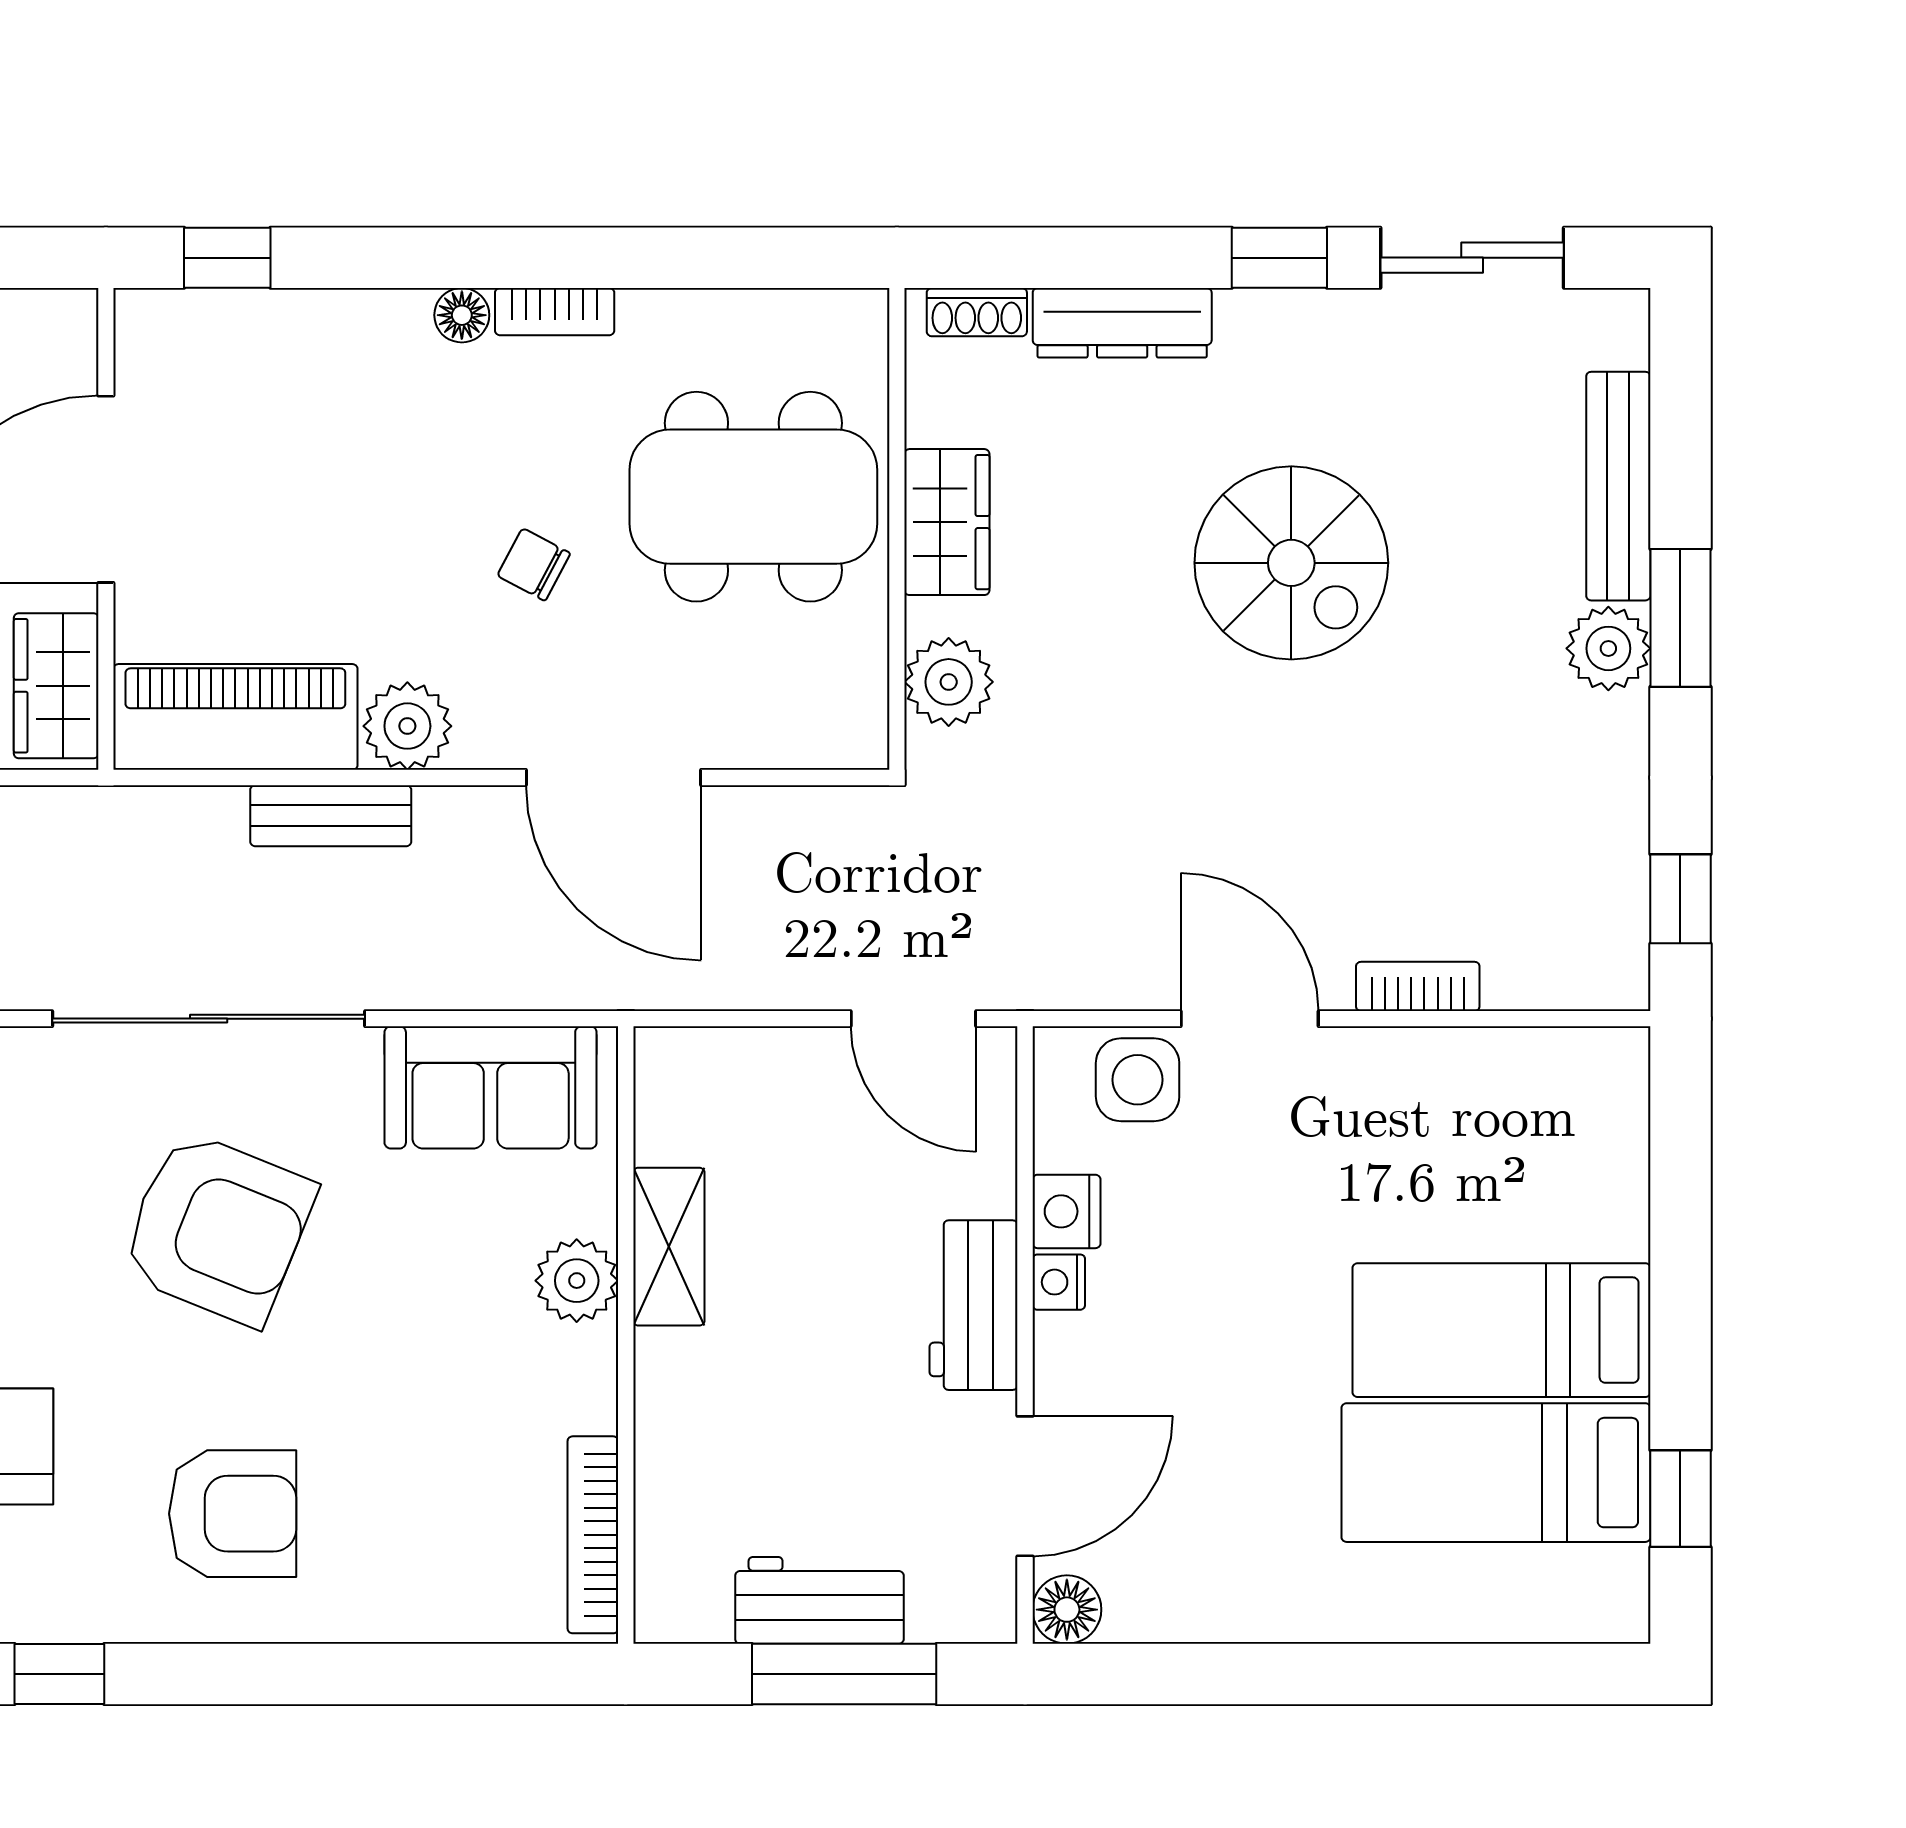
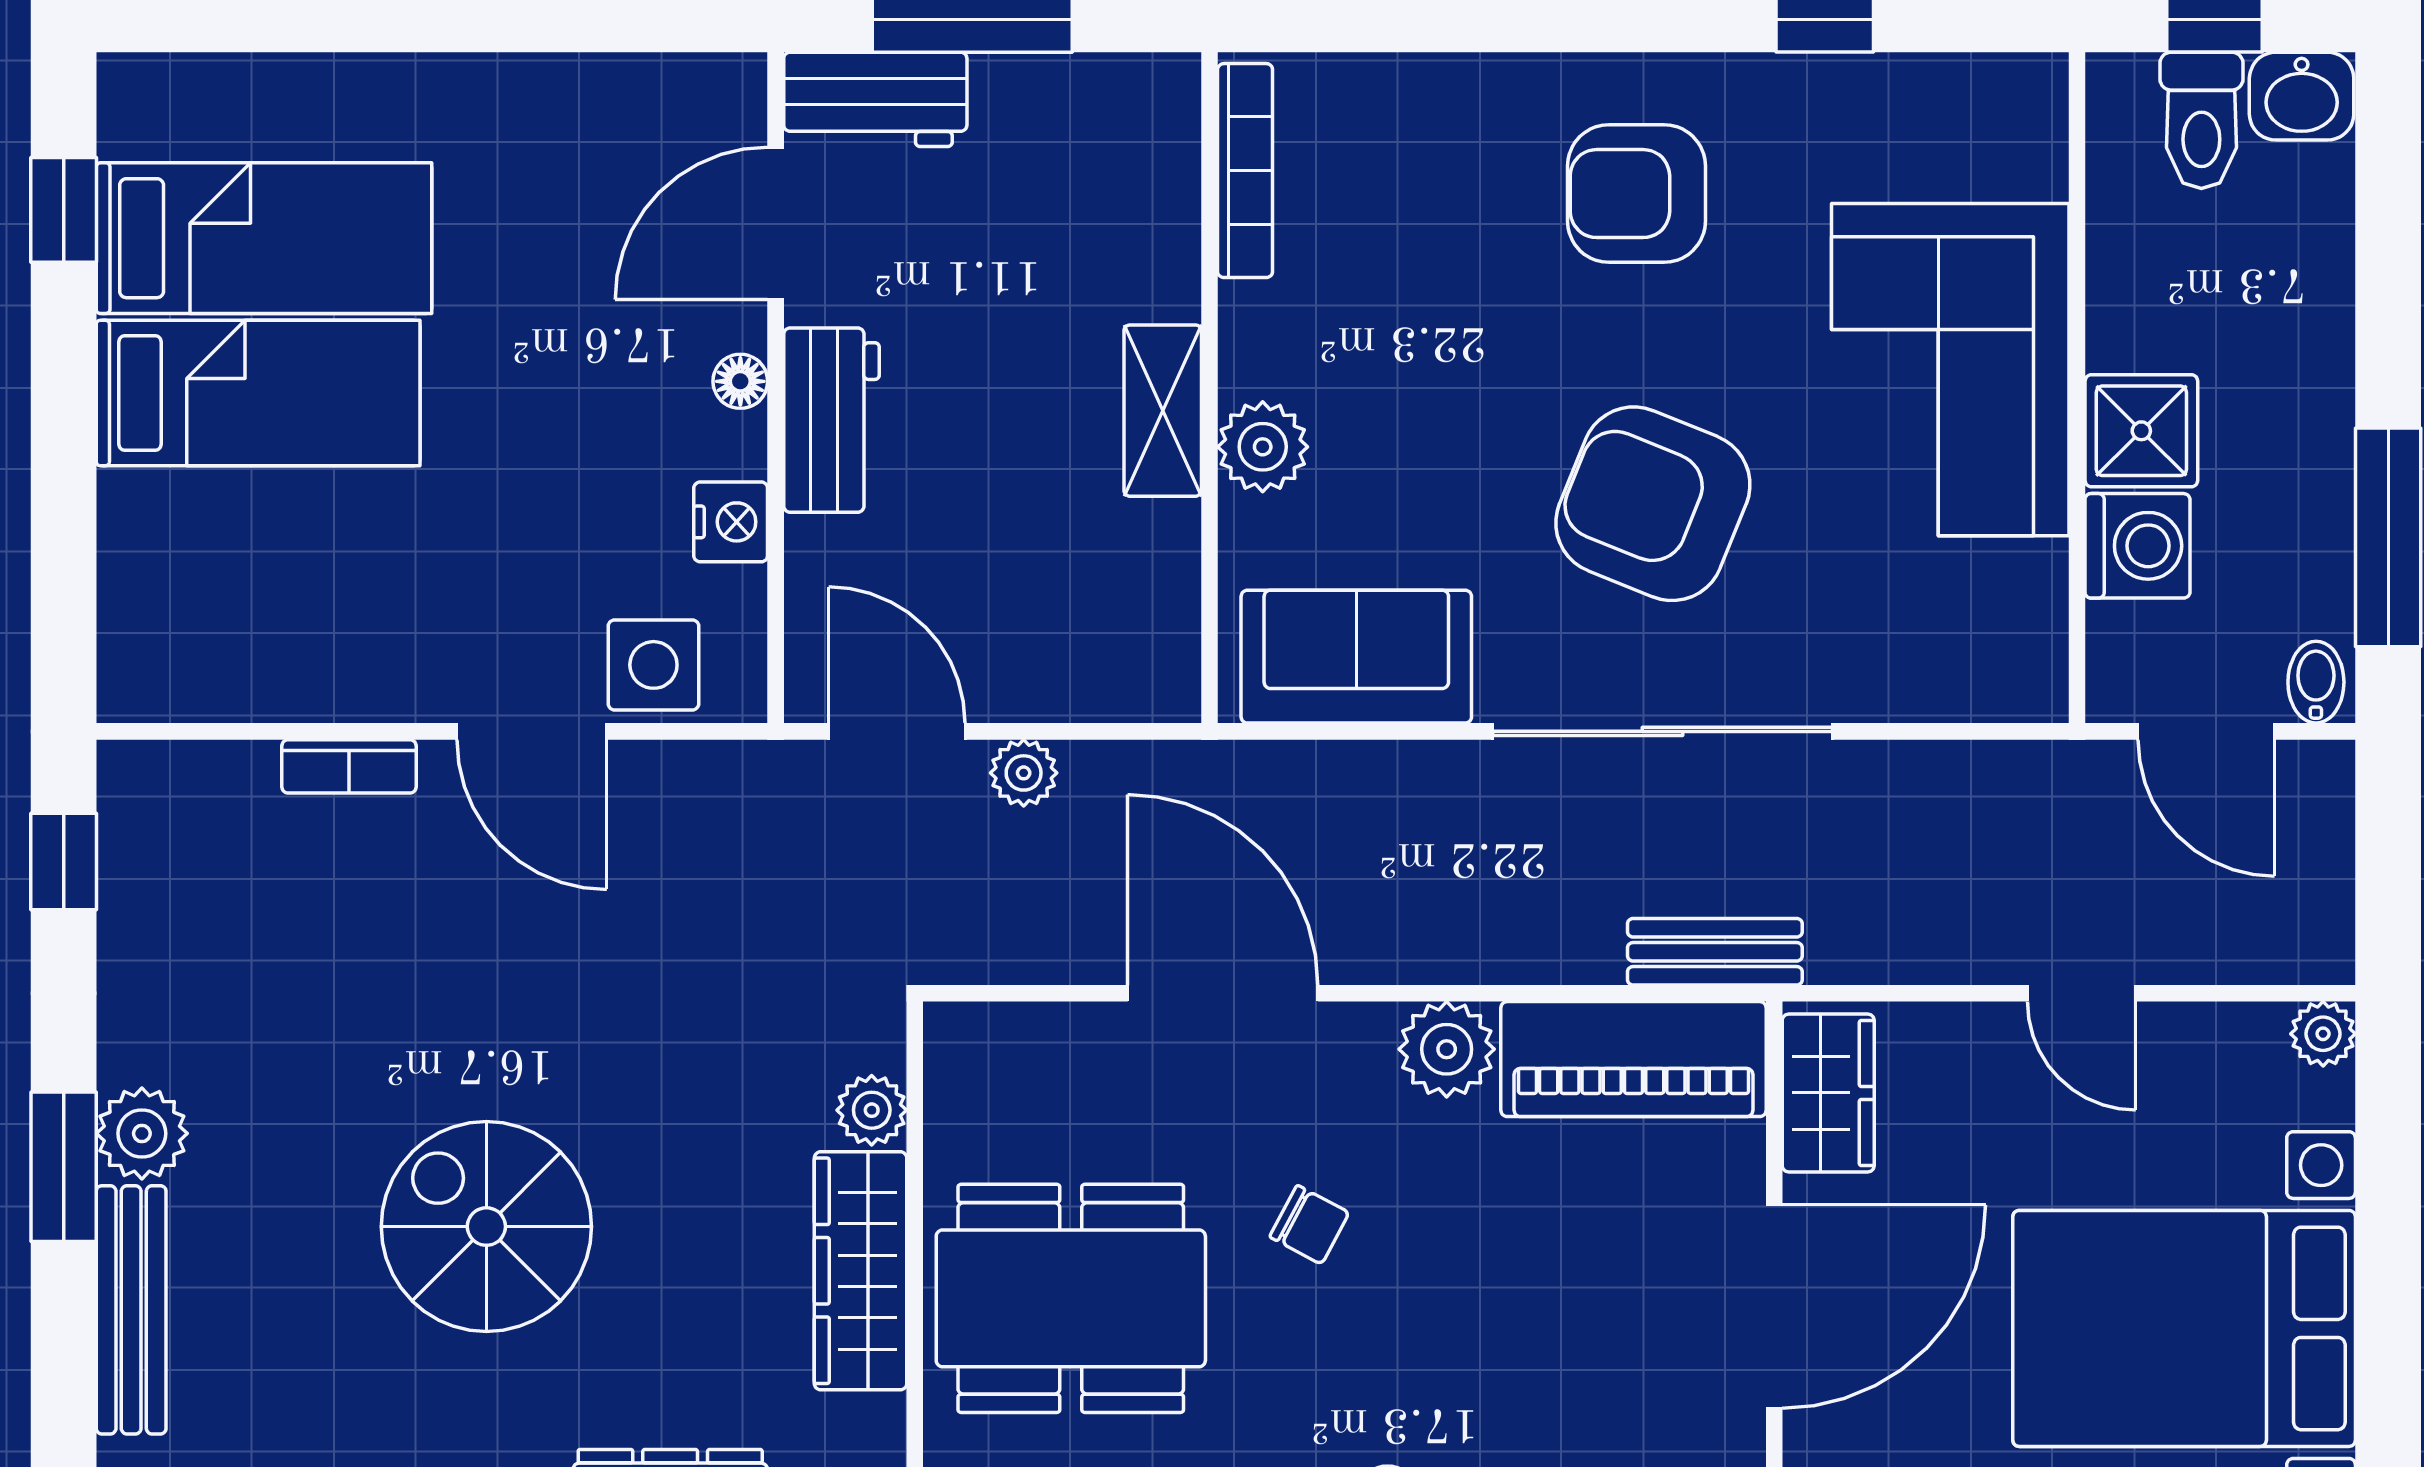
wardrobe: (947, 522) -> (861, 1271), width x1.50
plant: (949, 682) -> (872, 1110), width x0.73, depth x0.73
bench: (331, 816) -> (1715, 952), moved
plant: (797, 980) -> (1024, 773), added
shelving: (669, 1247) -> (1163, 411), moved
nightstand: (1059, 1282) -> (739, 445), removed
workbench: (819, 1600) -> (875, 99), moved
floor lamp: (1067, 1610) -> (740, 381), moved, width x0.73, depth x0.73

